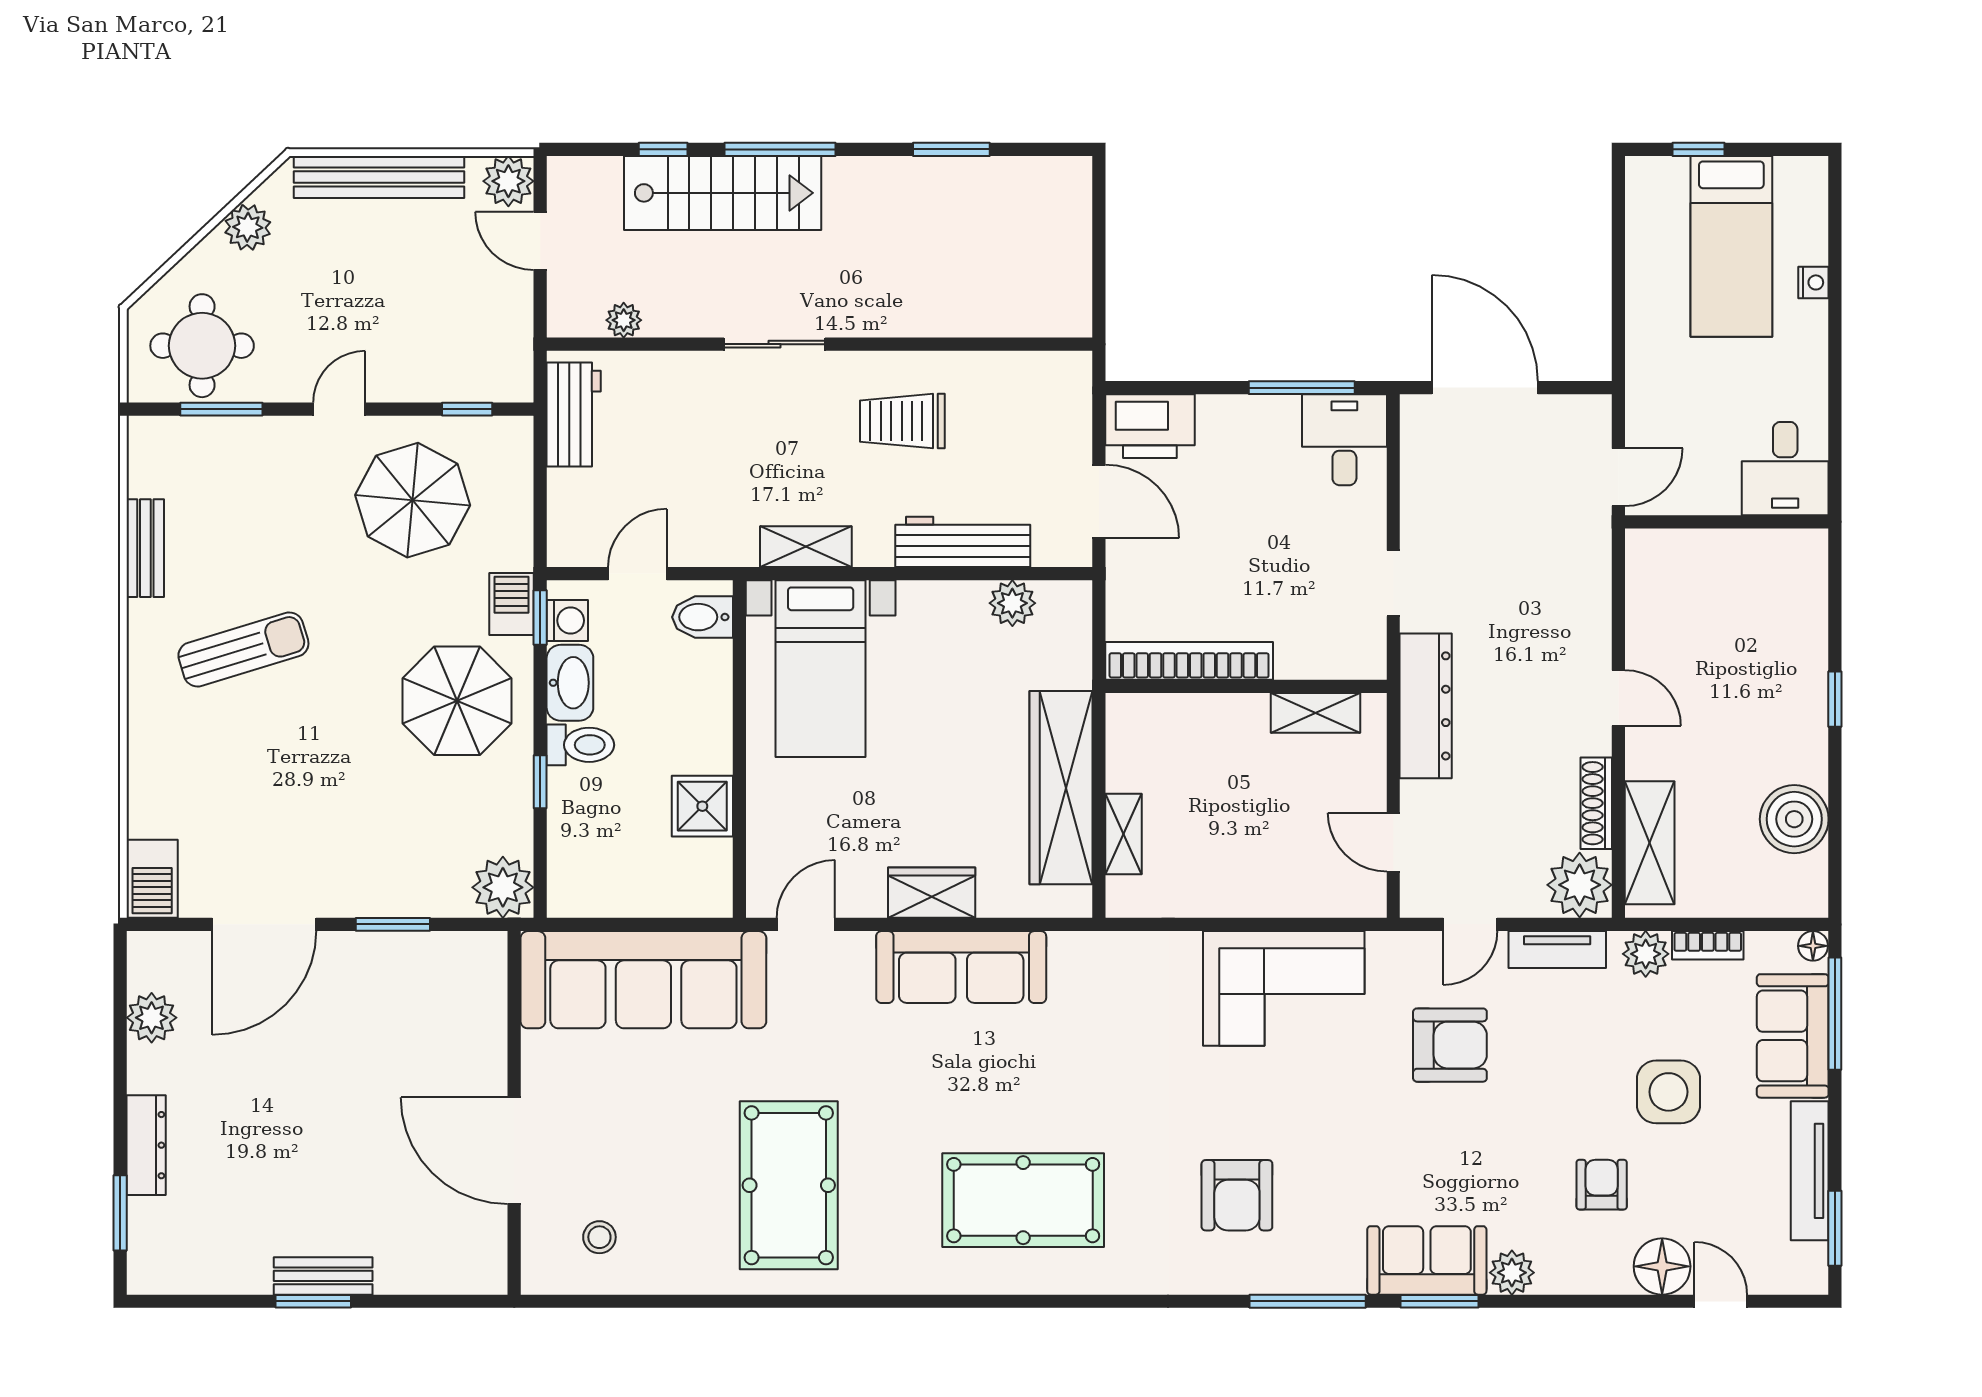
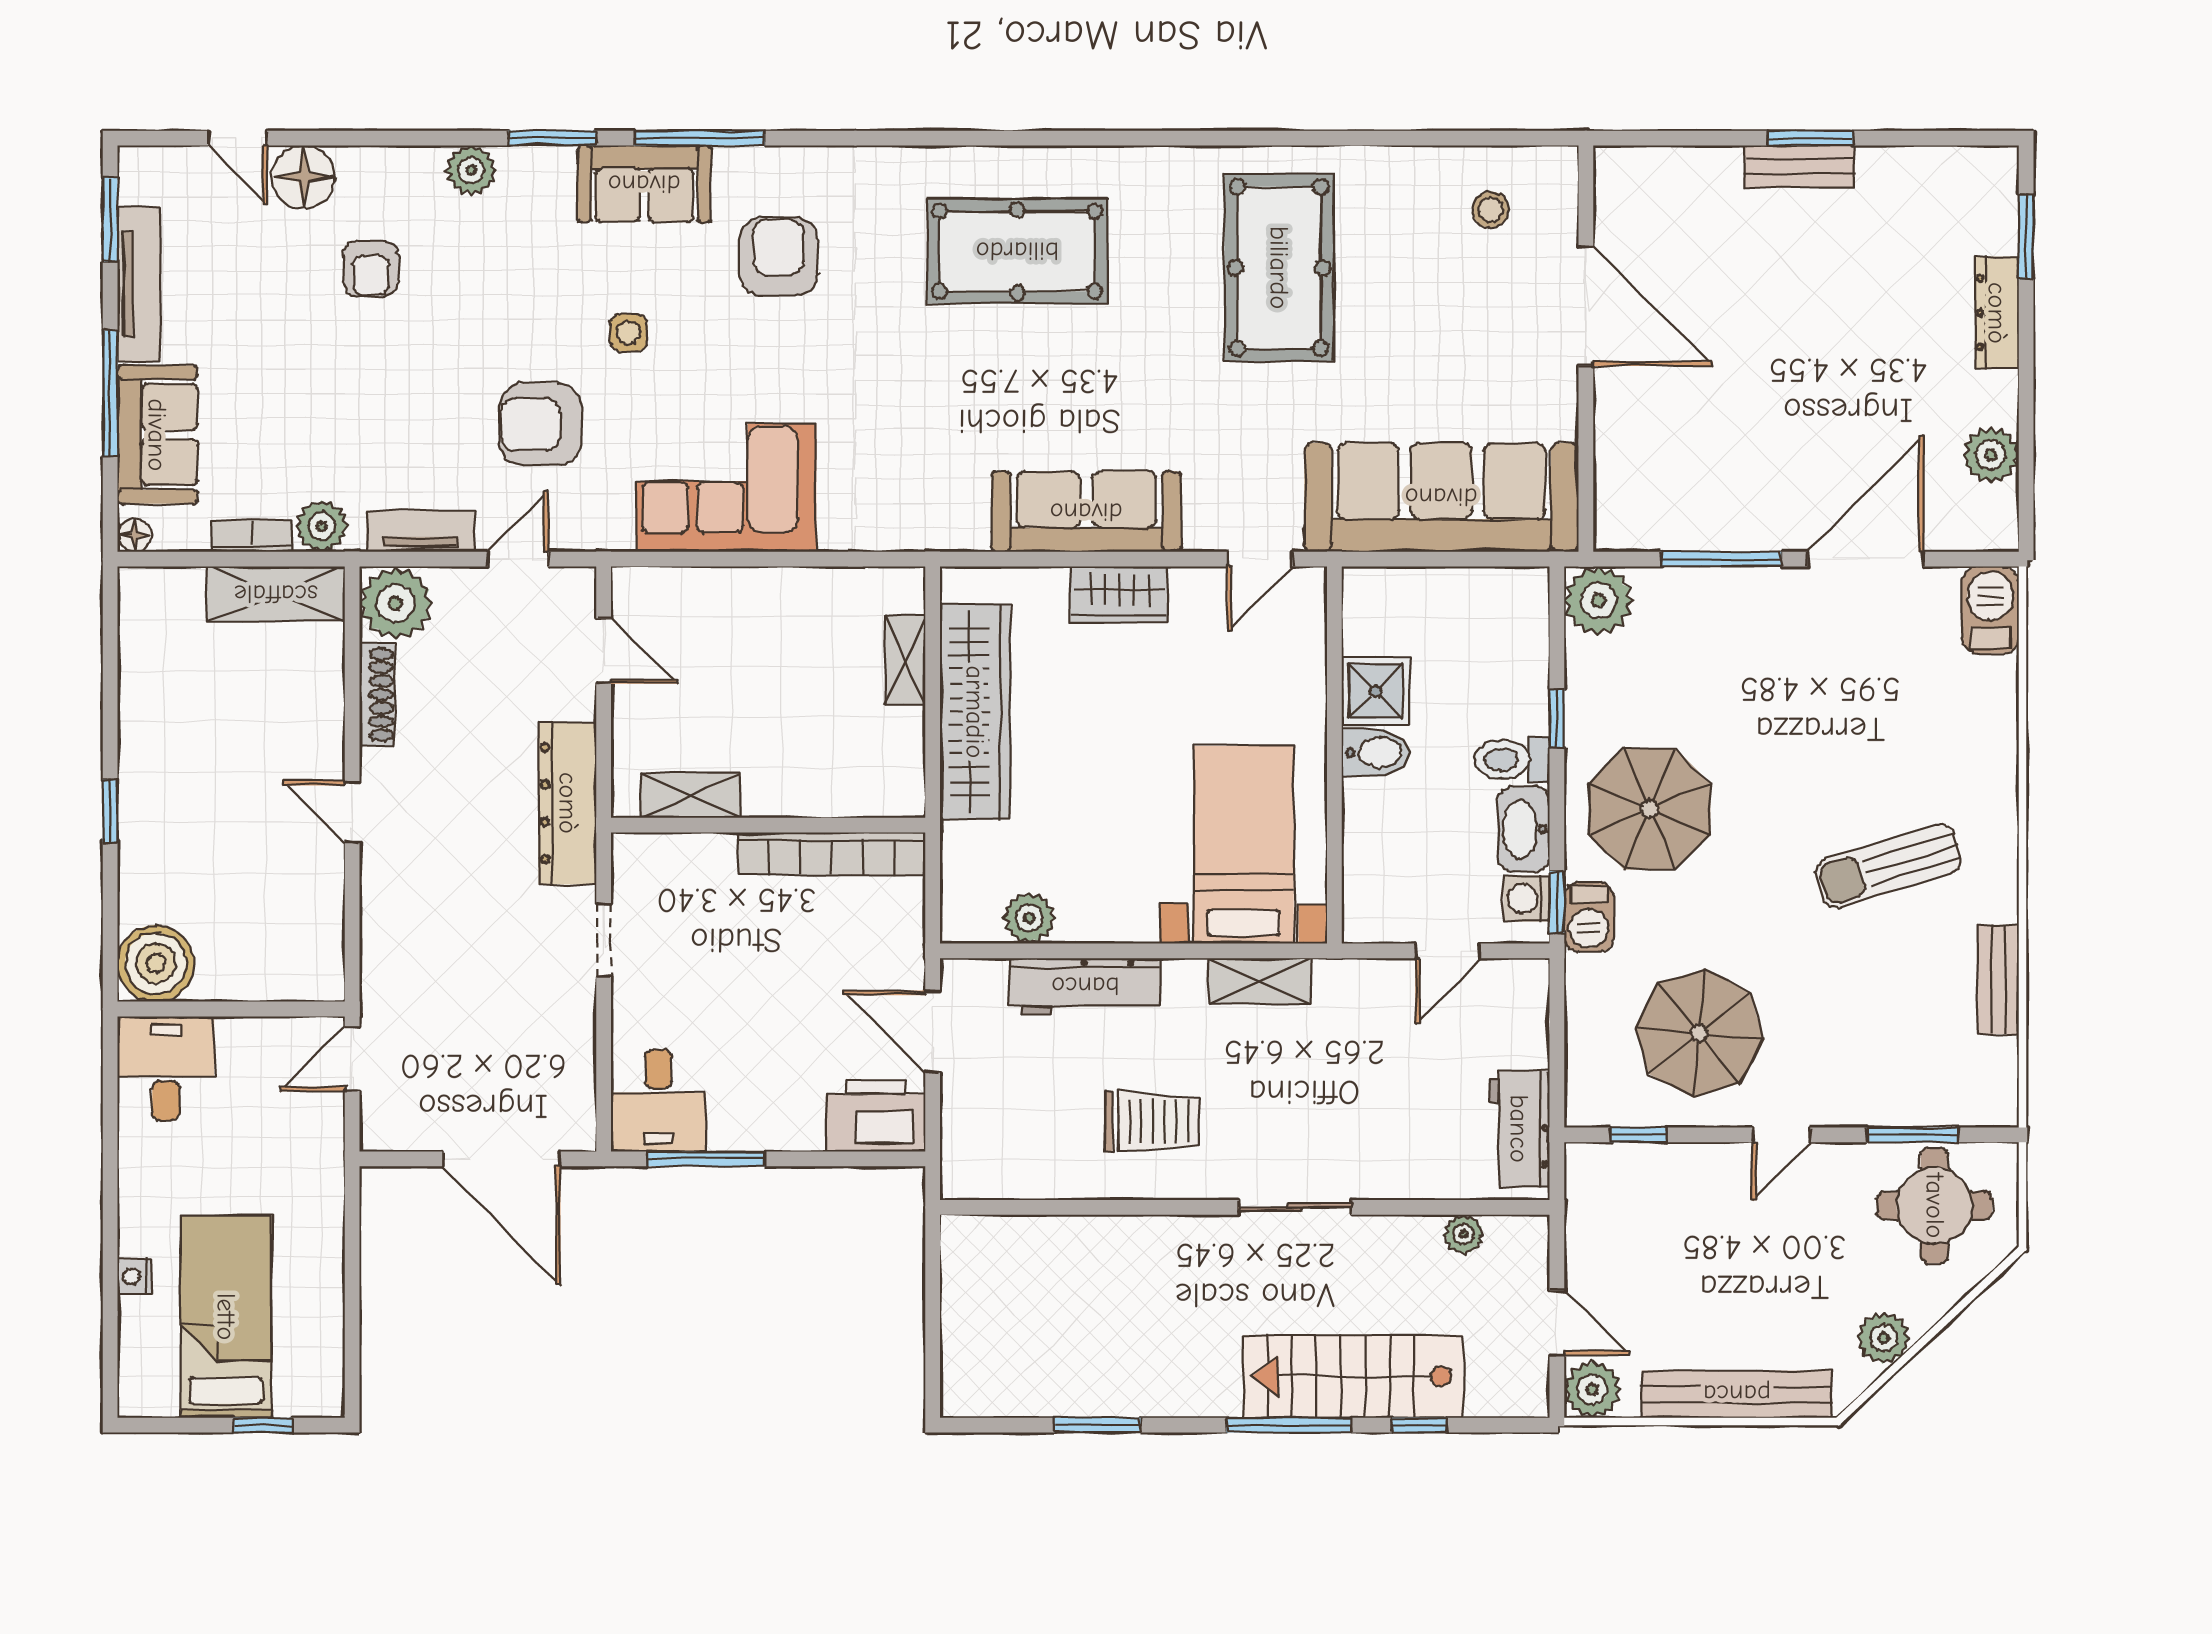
bidet: (703, 617) -> (1375, 753), moved
boiler: (1794, 819) -> (156, 963), moved
shelving: (1650, 843) -> (276, 594), moved, turned 90
window: (393, 924) -> (1721, 559), width x1.44
window: (1835, 1014) -> (110, 393), moved
side table: (1668, 1092) -> (628, 333), moved, width x0.54, depth x0.54
sofa: (1427, 1260) -> (644, 184), moved

